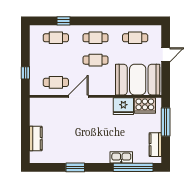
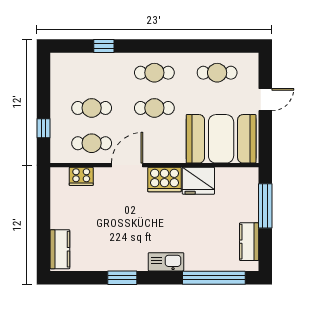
cafe table: (56, 38) -> (92, 108), moved
cooker: (49, 103) -> (81, 176), added
cooker: (145, 105) -> (164, 179), moved
kitchen counter: (36, 139) -> (60, 249), moved
kitchen sink: (121, 157) -> (166, 262), moved

